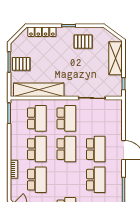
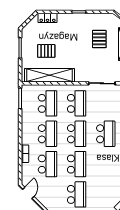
locker: (42, 32) -> (48, 18), width x0.66
pallet: (83, 42) -> (99, 39), moved, turned 90
pallet: (21, 64) -> (46, 51), moved
school desk: (96, 180) -> (77, 164), moved

